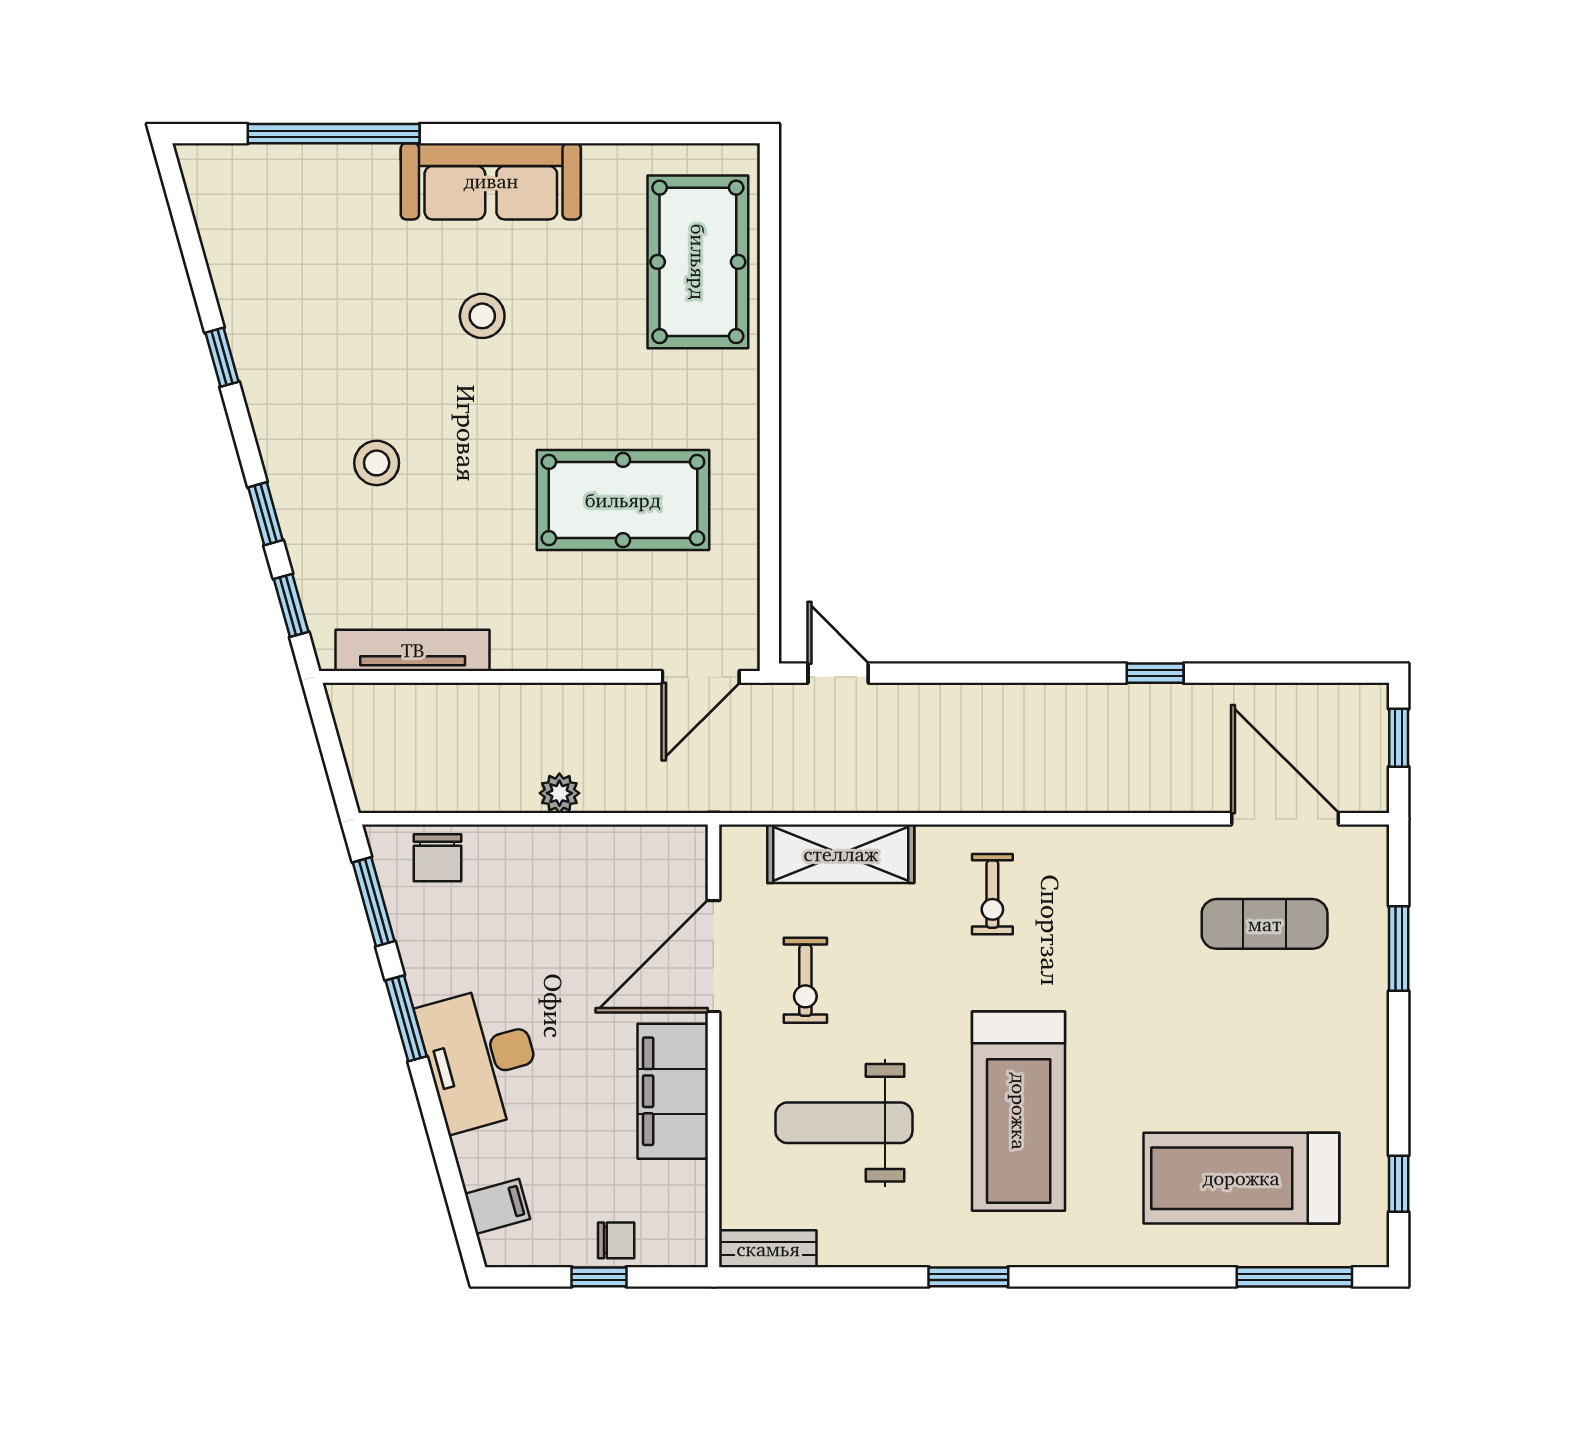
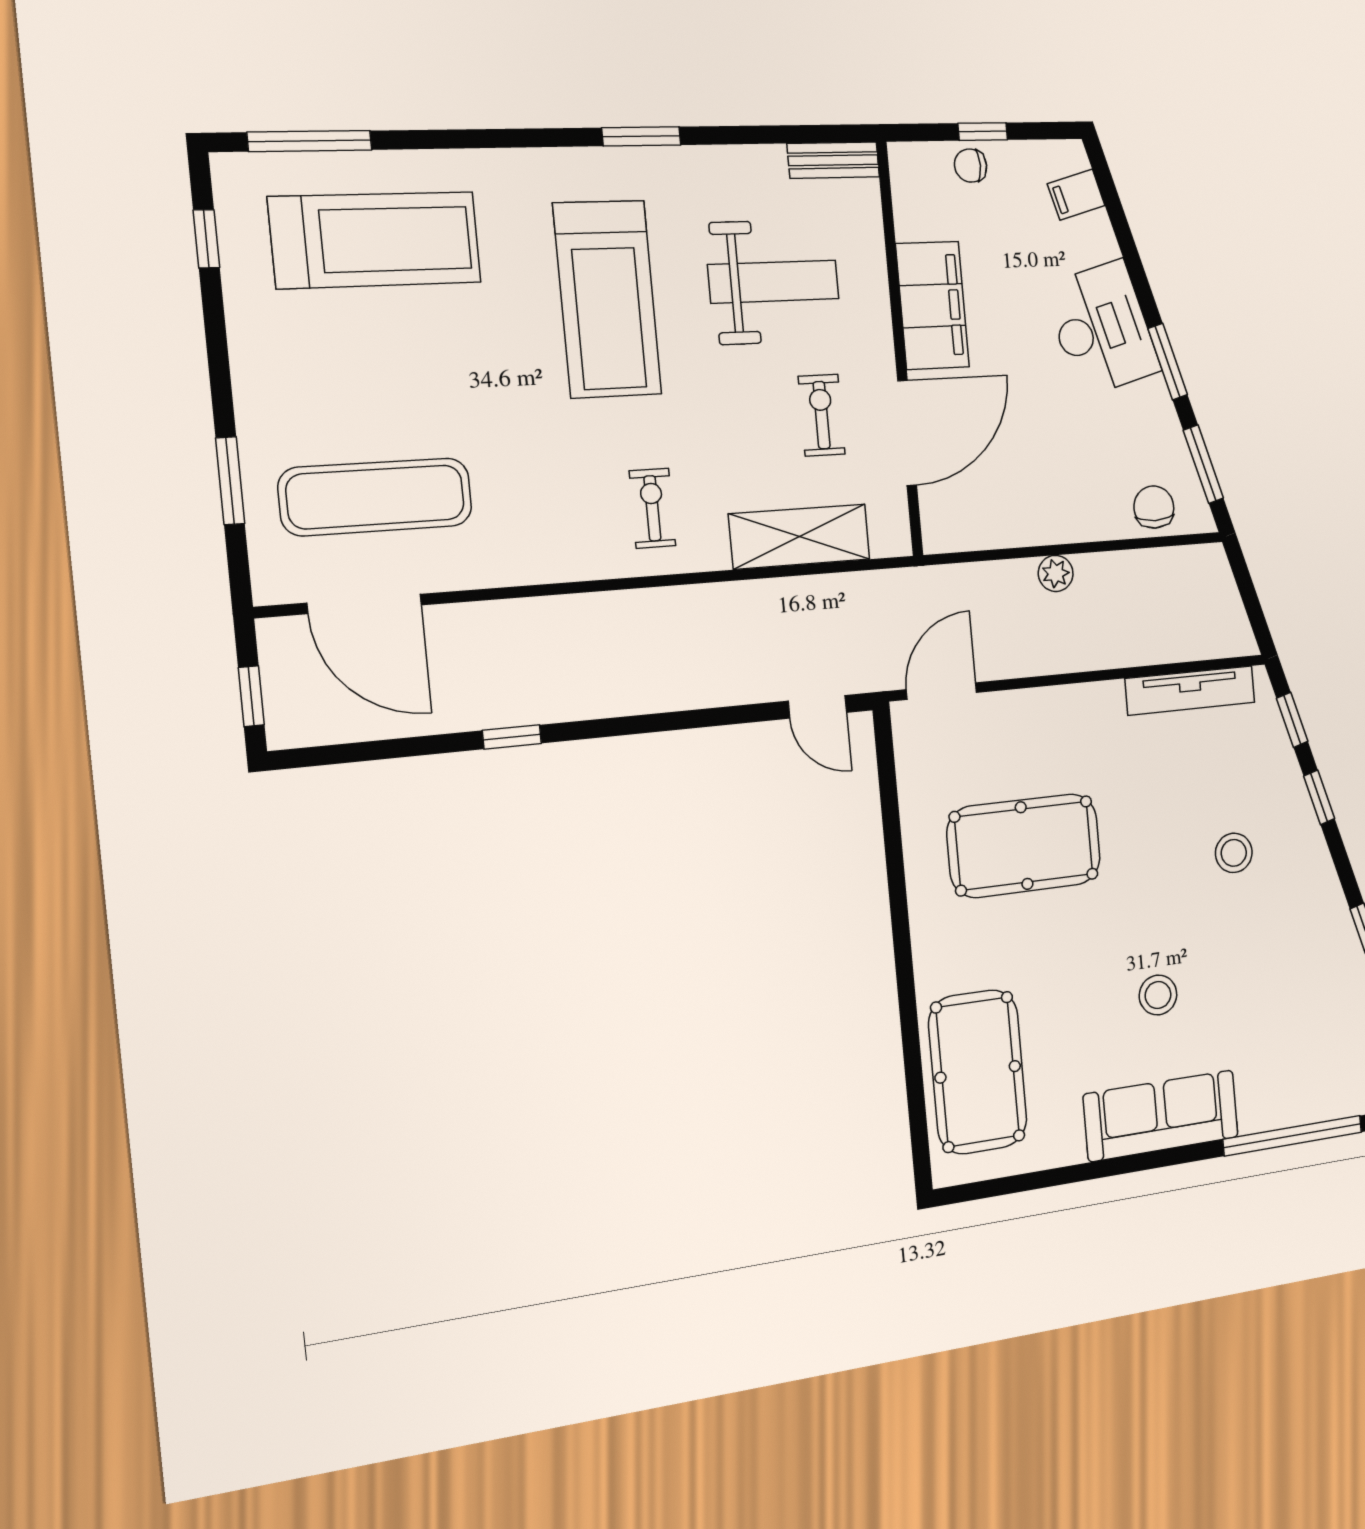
exercise mat: (1265, 924) -> (376, 497), width x1.36, depth x1.45
treadmill: (1019, 1111) -> (607, 299), turned 180

